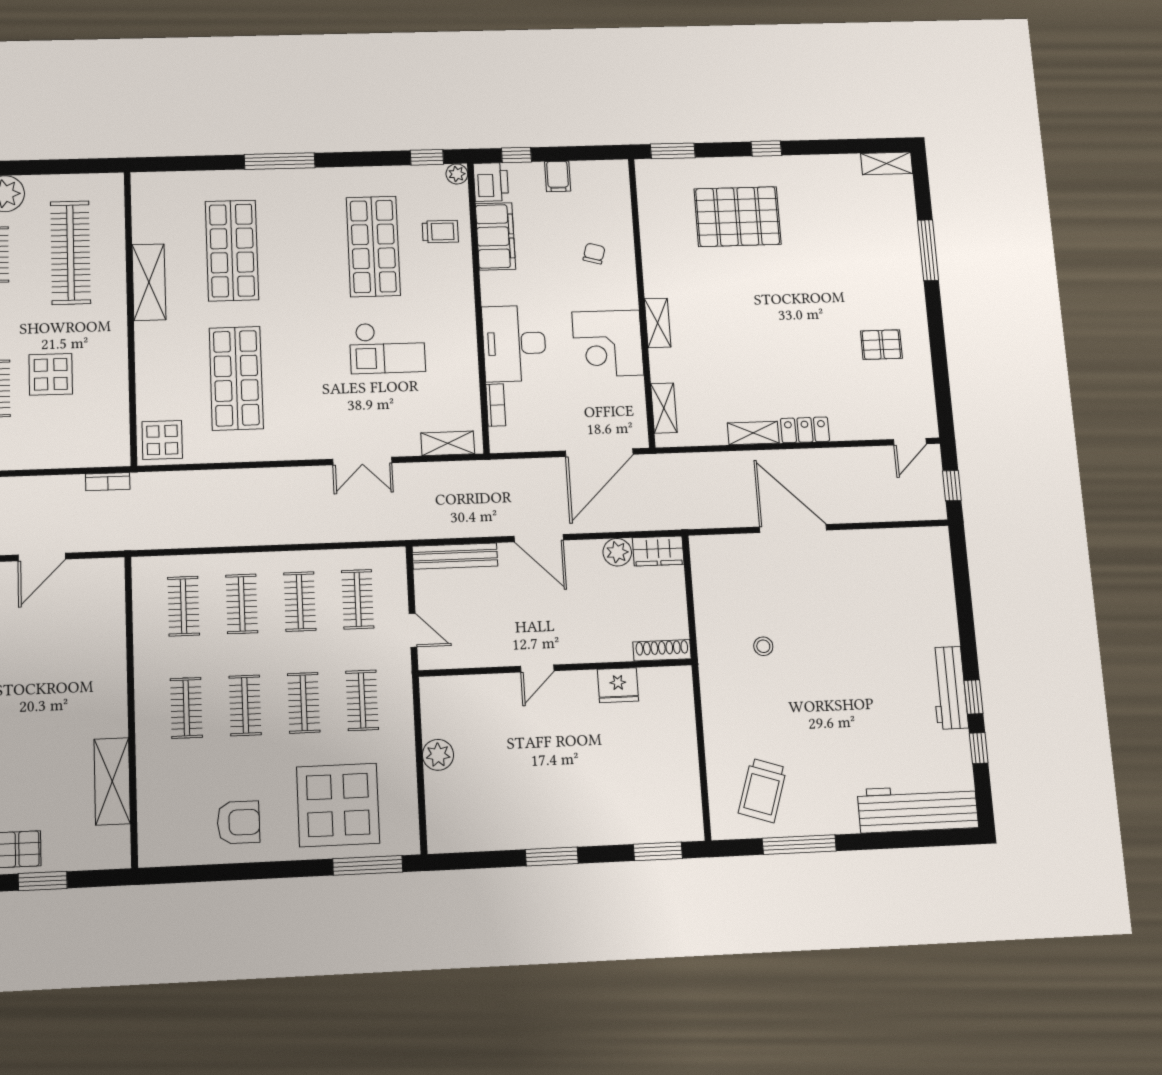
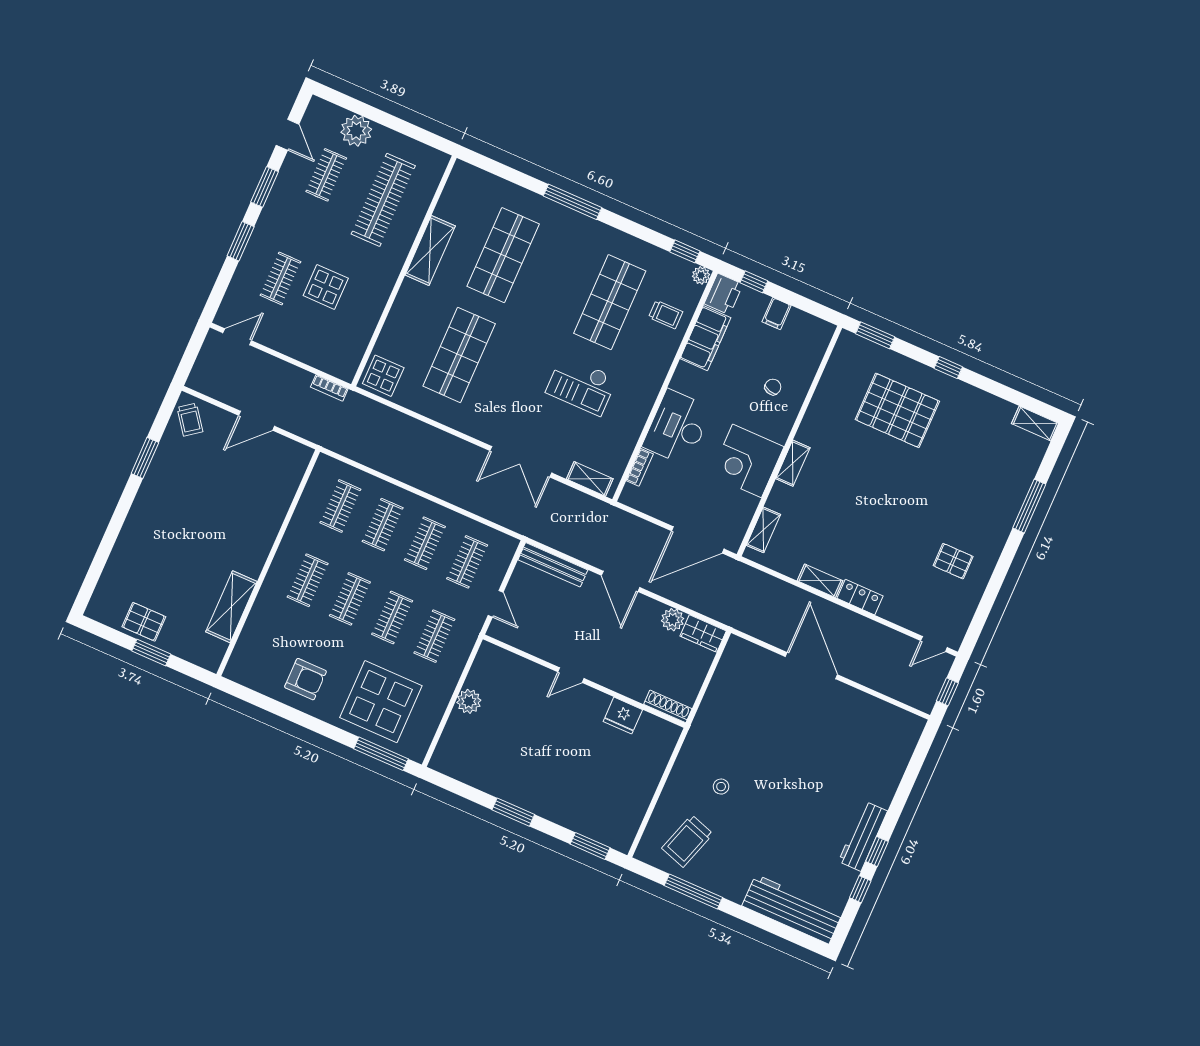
double door: (362, 461) -> (521, 462), width x1.37
stool: (763, 646) -> (721, 787), moved

